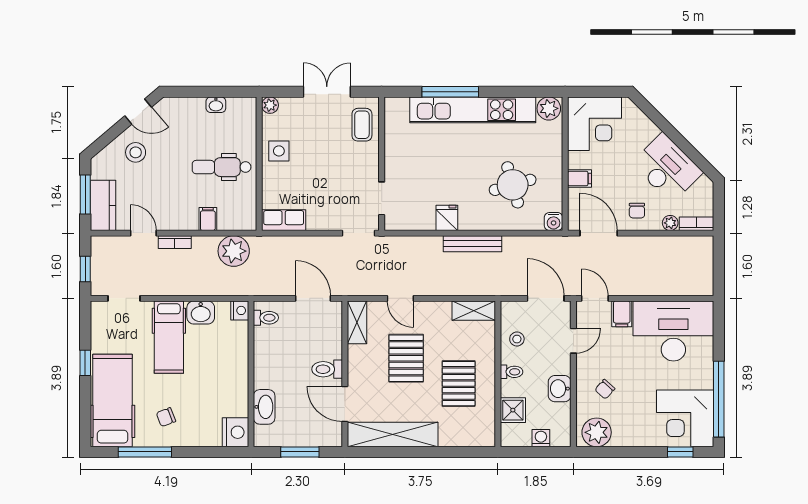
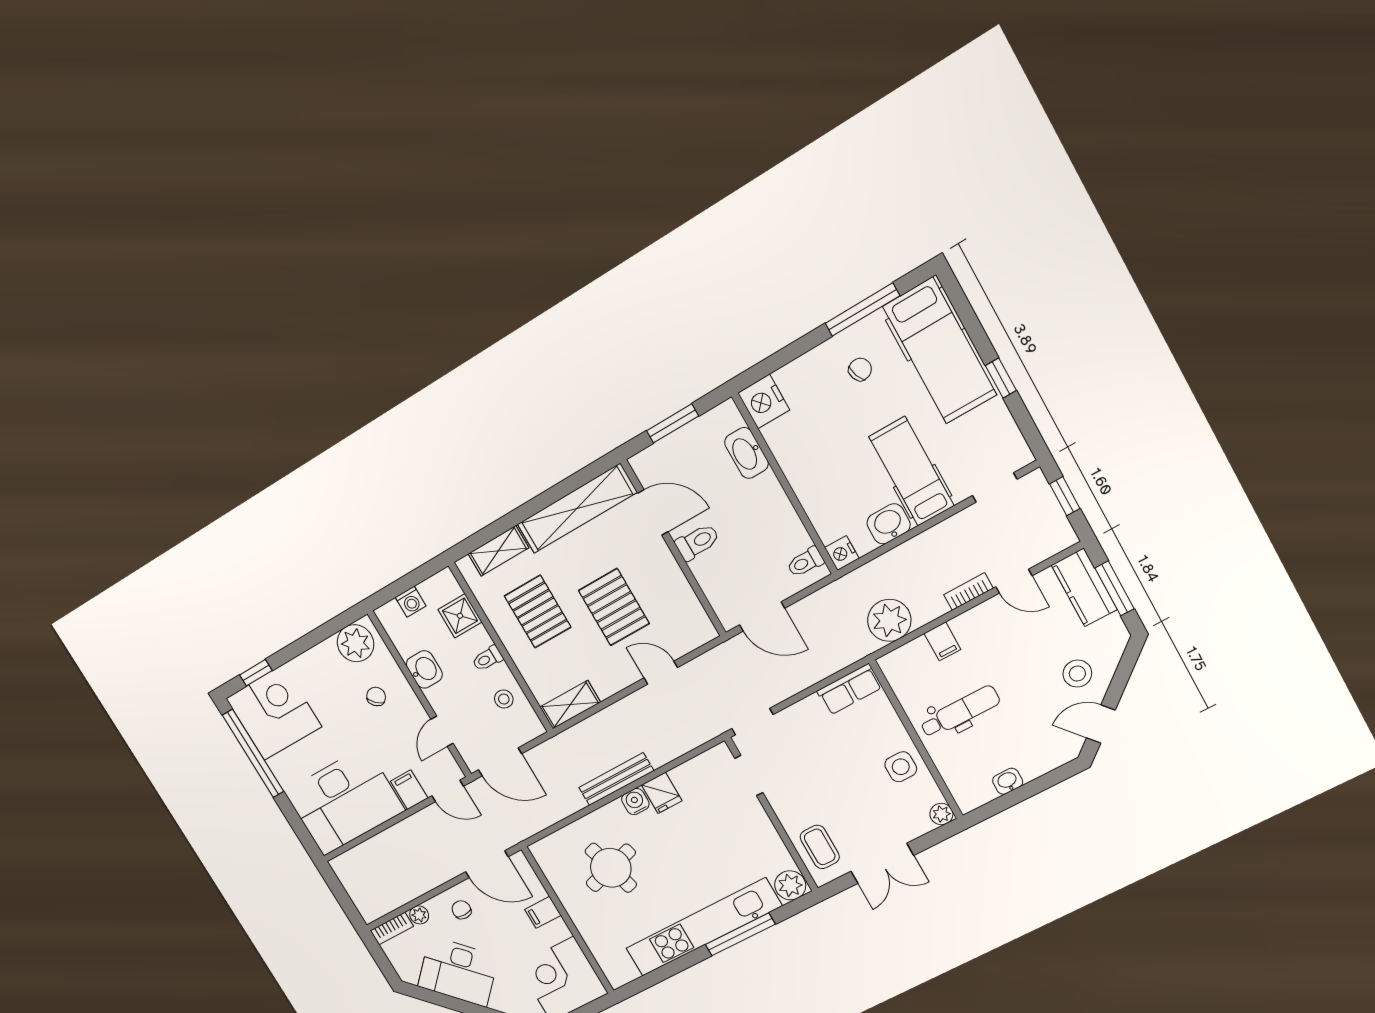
plant: (549, 108) -> (790, 885), moved
water cooler: (554, 221) -> (635, 802), moved
shelving: (357, 322) -> (498, 551), moved, turned 90

